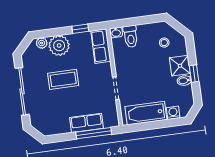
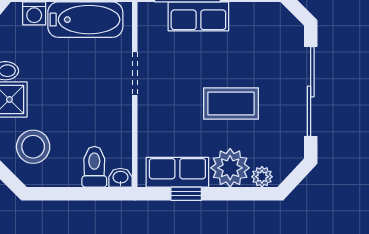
stool: (164, 43) -> (33, 147), width x1.89, depth x1.89
row of seats: (101, 46) -> (177, 172), moved, turned -90

